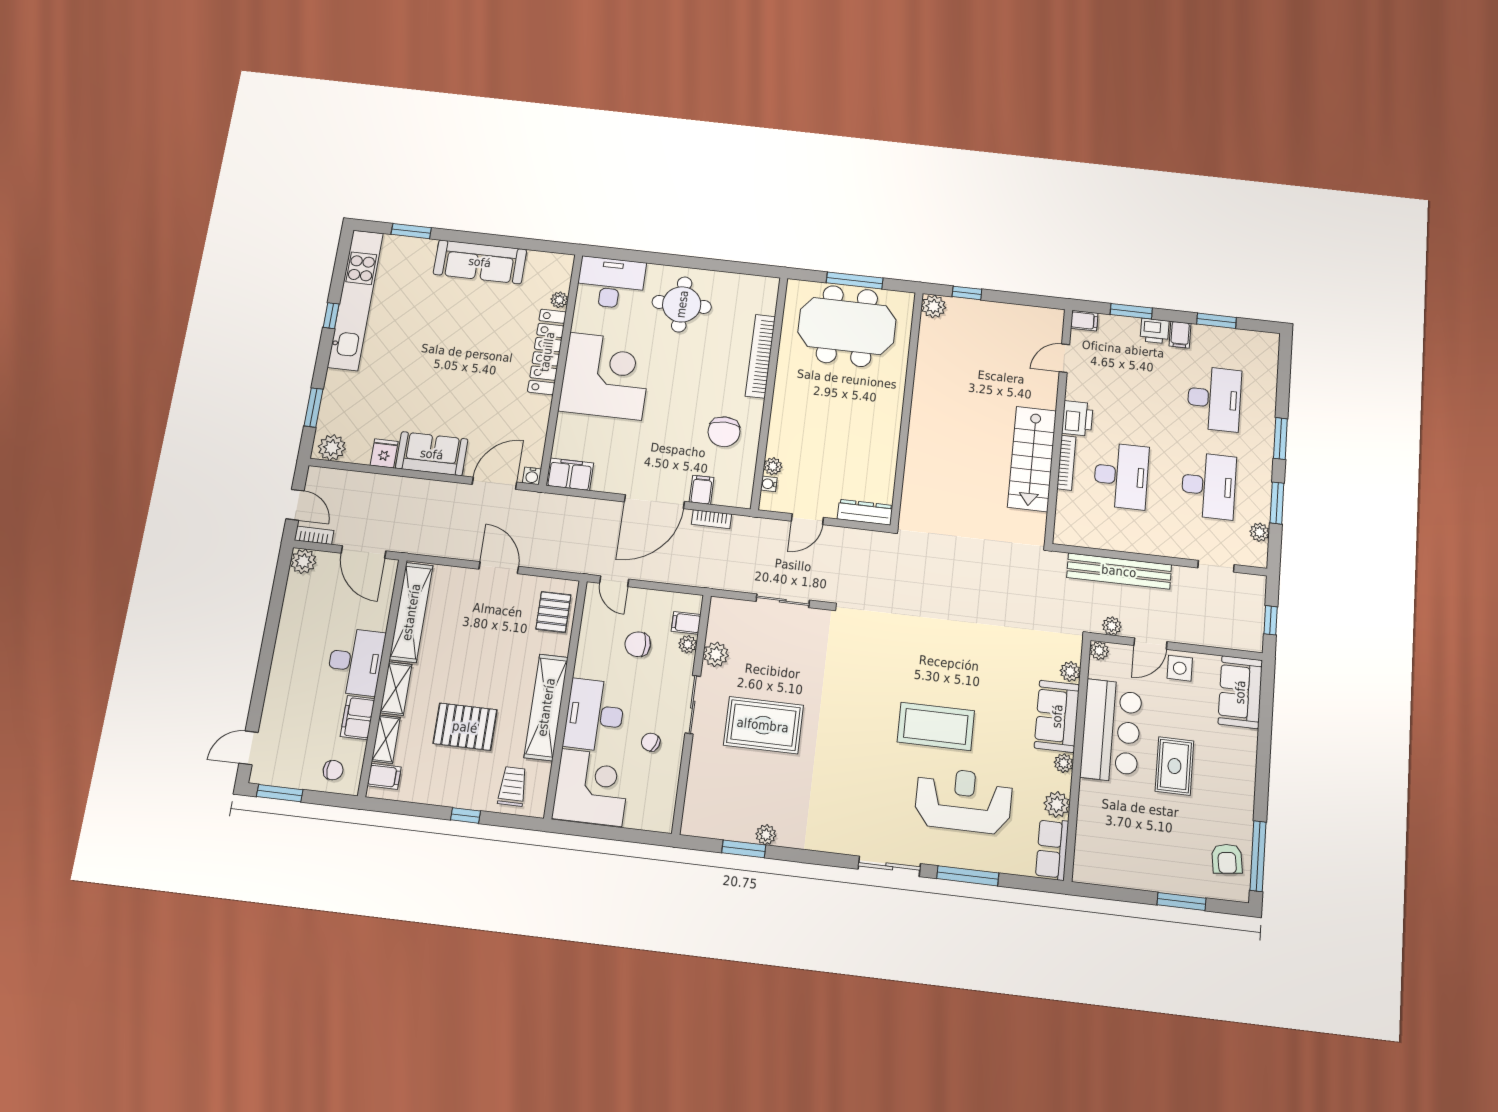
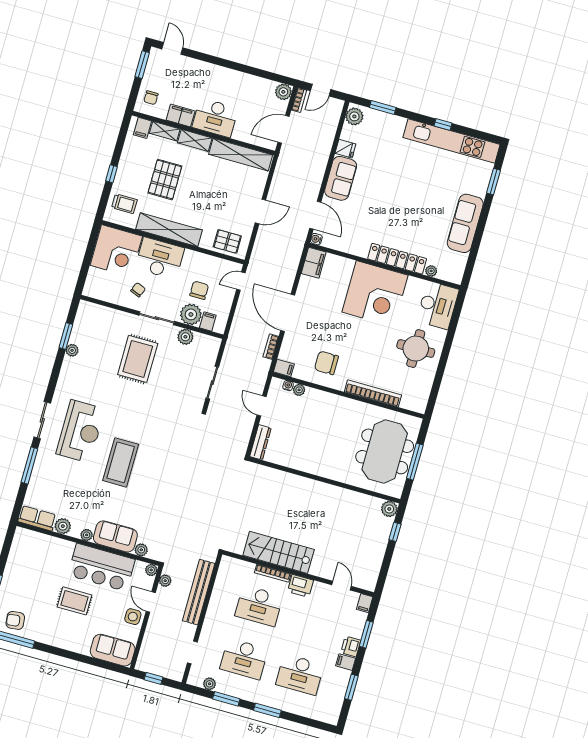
filing cabinet: (702, 490) -> (284, 368), moved
plant: (688, 644) -> (191, 314), width x1.88, depth x1.88
reception desk: (964, 800) -> (80, 431), moved

